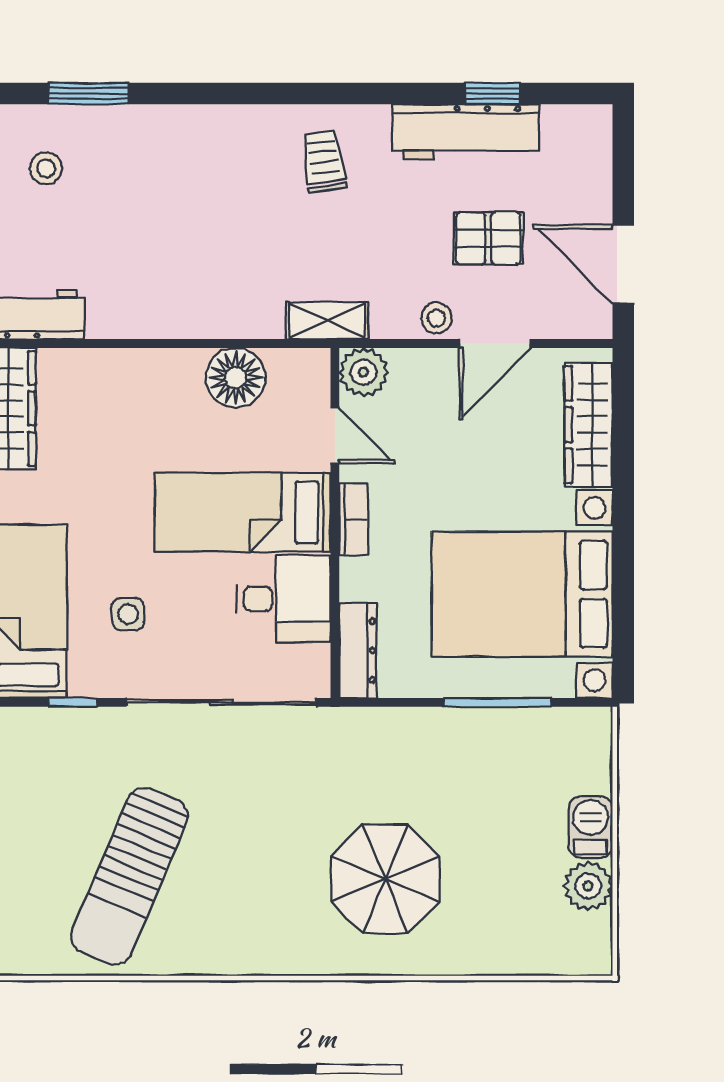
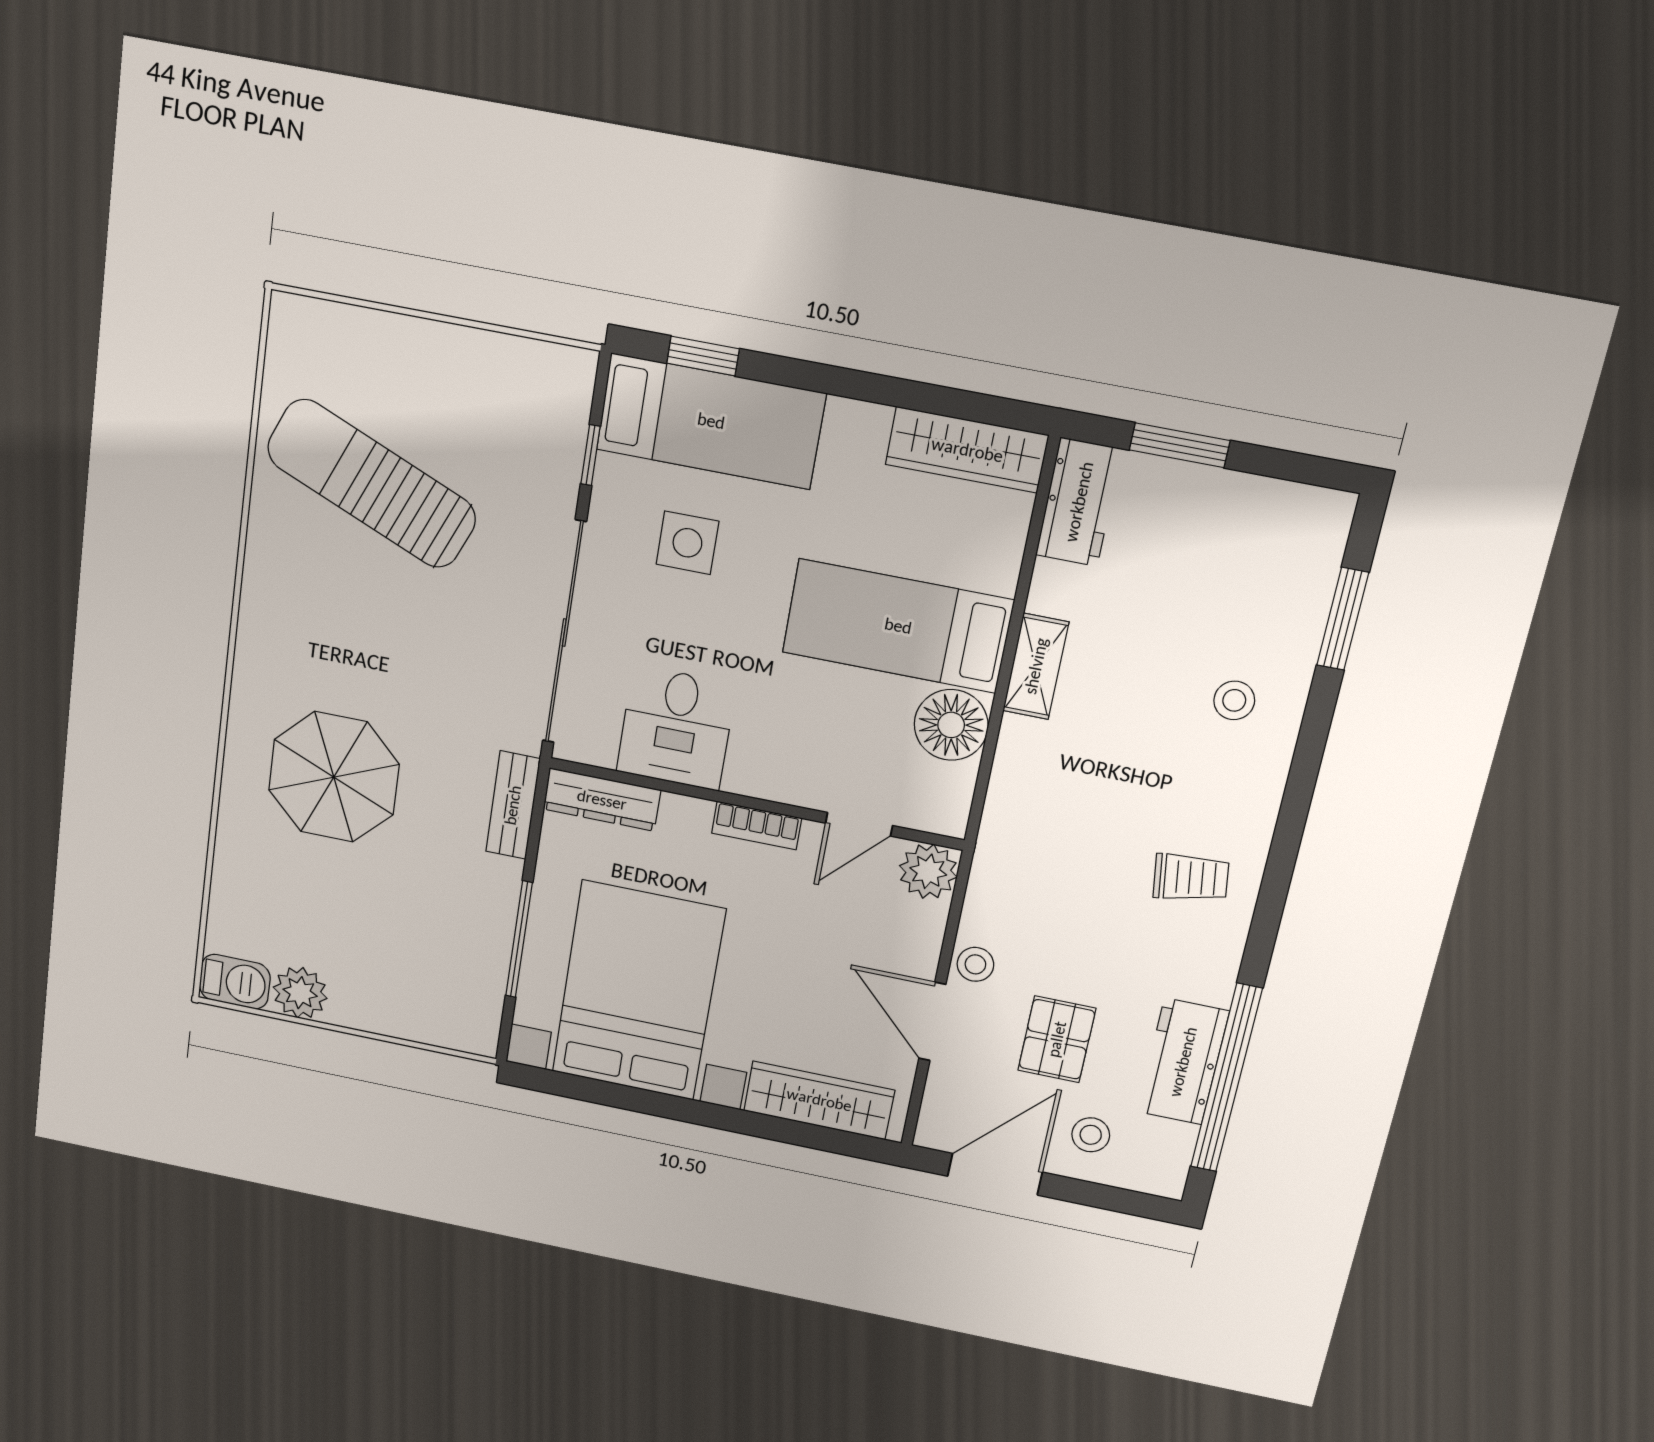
window: (492, 94) -> (1226, 1078), width x3.17
workbench: (465, 132) -> (1183, 1062), width x0.73
stool: (46, 168) -> (1234, 700), moved
stool: (569, 192) -> (1091, 1135), added
shelving: (327, 321) -> (1036, 666), moved
bed: (243, 512) -> (898, 626), moved, turned -90
side table: (128, 614) -> (687, 543), width x1.37, depth x1.37
bench: (378, 724) -> (513, 805), added
barbecue: (591, 827) -> (235, 982), moved

